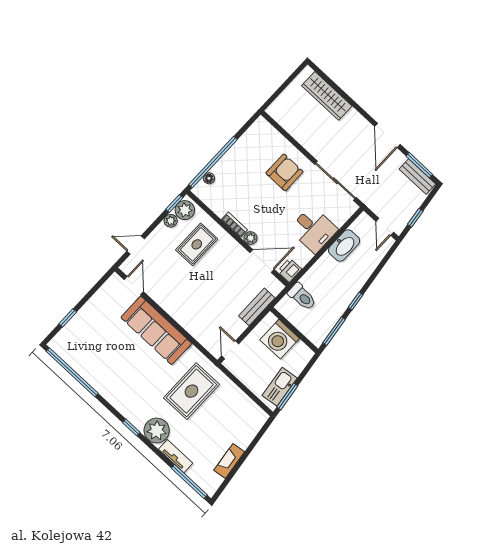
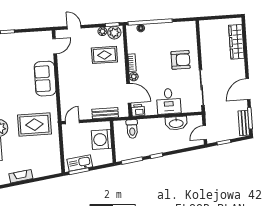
sofa: (156, 330) -> (45, 79), width x0.73

